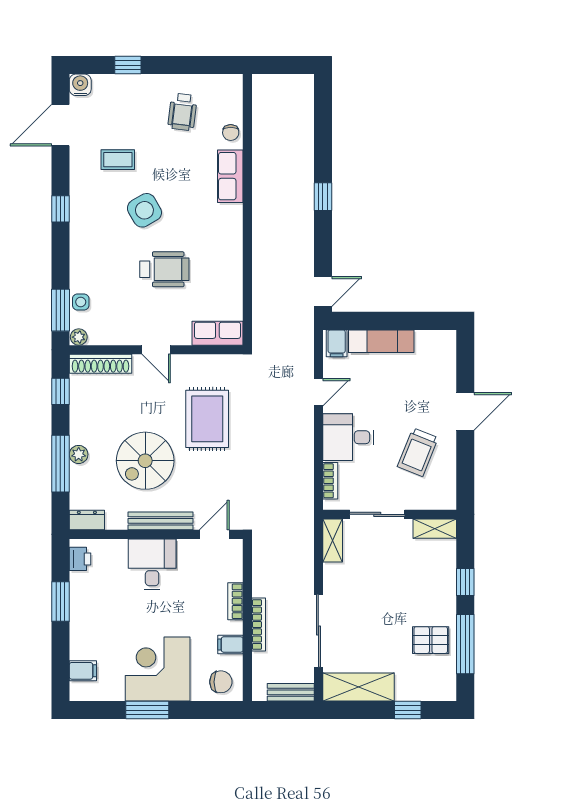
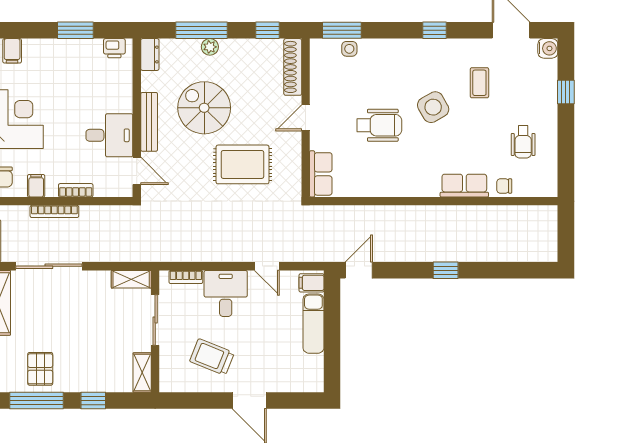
wheelchair: (182, 112) -> (523, 142), turned -97
wheelchair: (164, 269) -> (379, 125), turned -90
door: (323, 292) -> (359, 270), swing flipped
plant: (79, 337) -> (317, 47), removed
desk: (152, 564) -> (109, 135), moved

